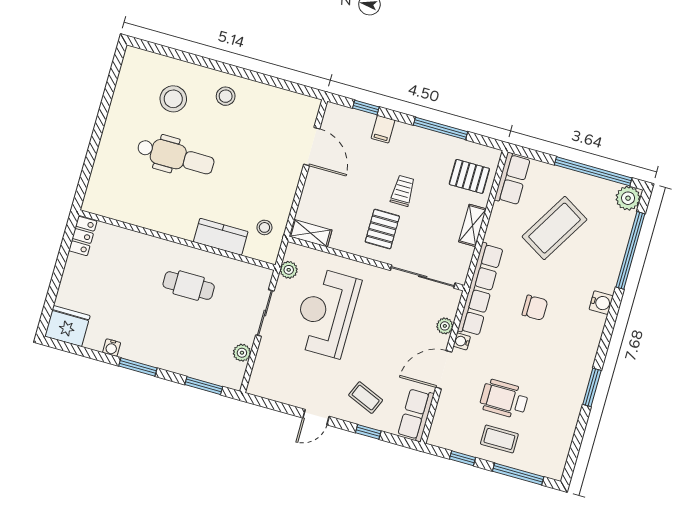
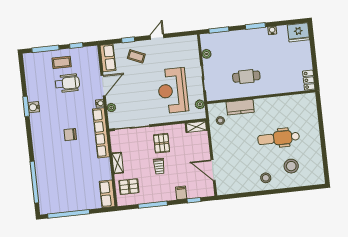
plant: (628, 198) -> (46, 207), removed
coffee table: (555, 228) -> (76, 178), removed
water cooler: (601, 303) -> (34, 107), moved
reception desk: (326, 313) -> (173, 90), turned 180

